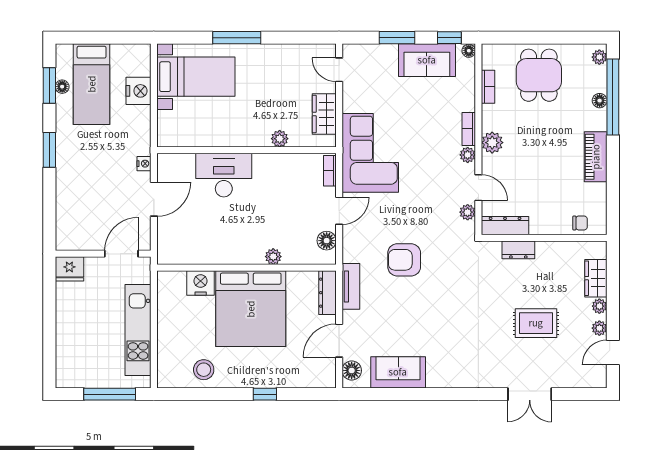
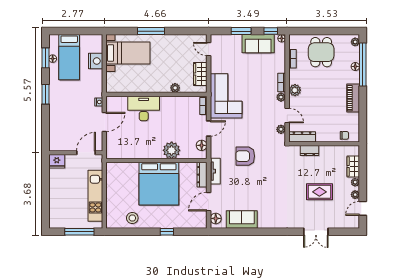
plant: (273, 257) -> (172, 150), width x1.88, depth x1.88
nightstand: (201, 283) -> (131, 169), removed

